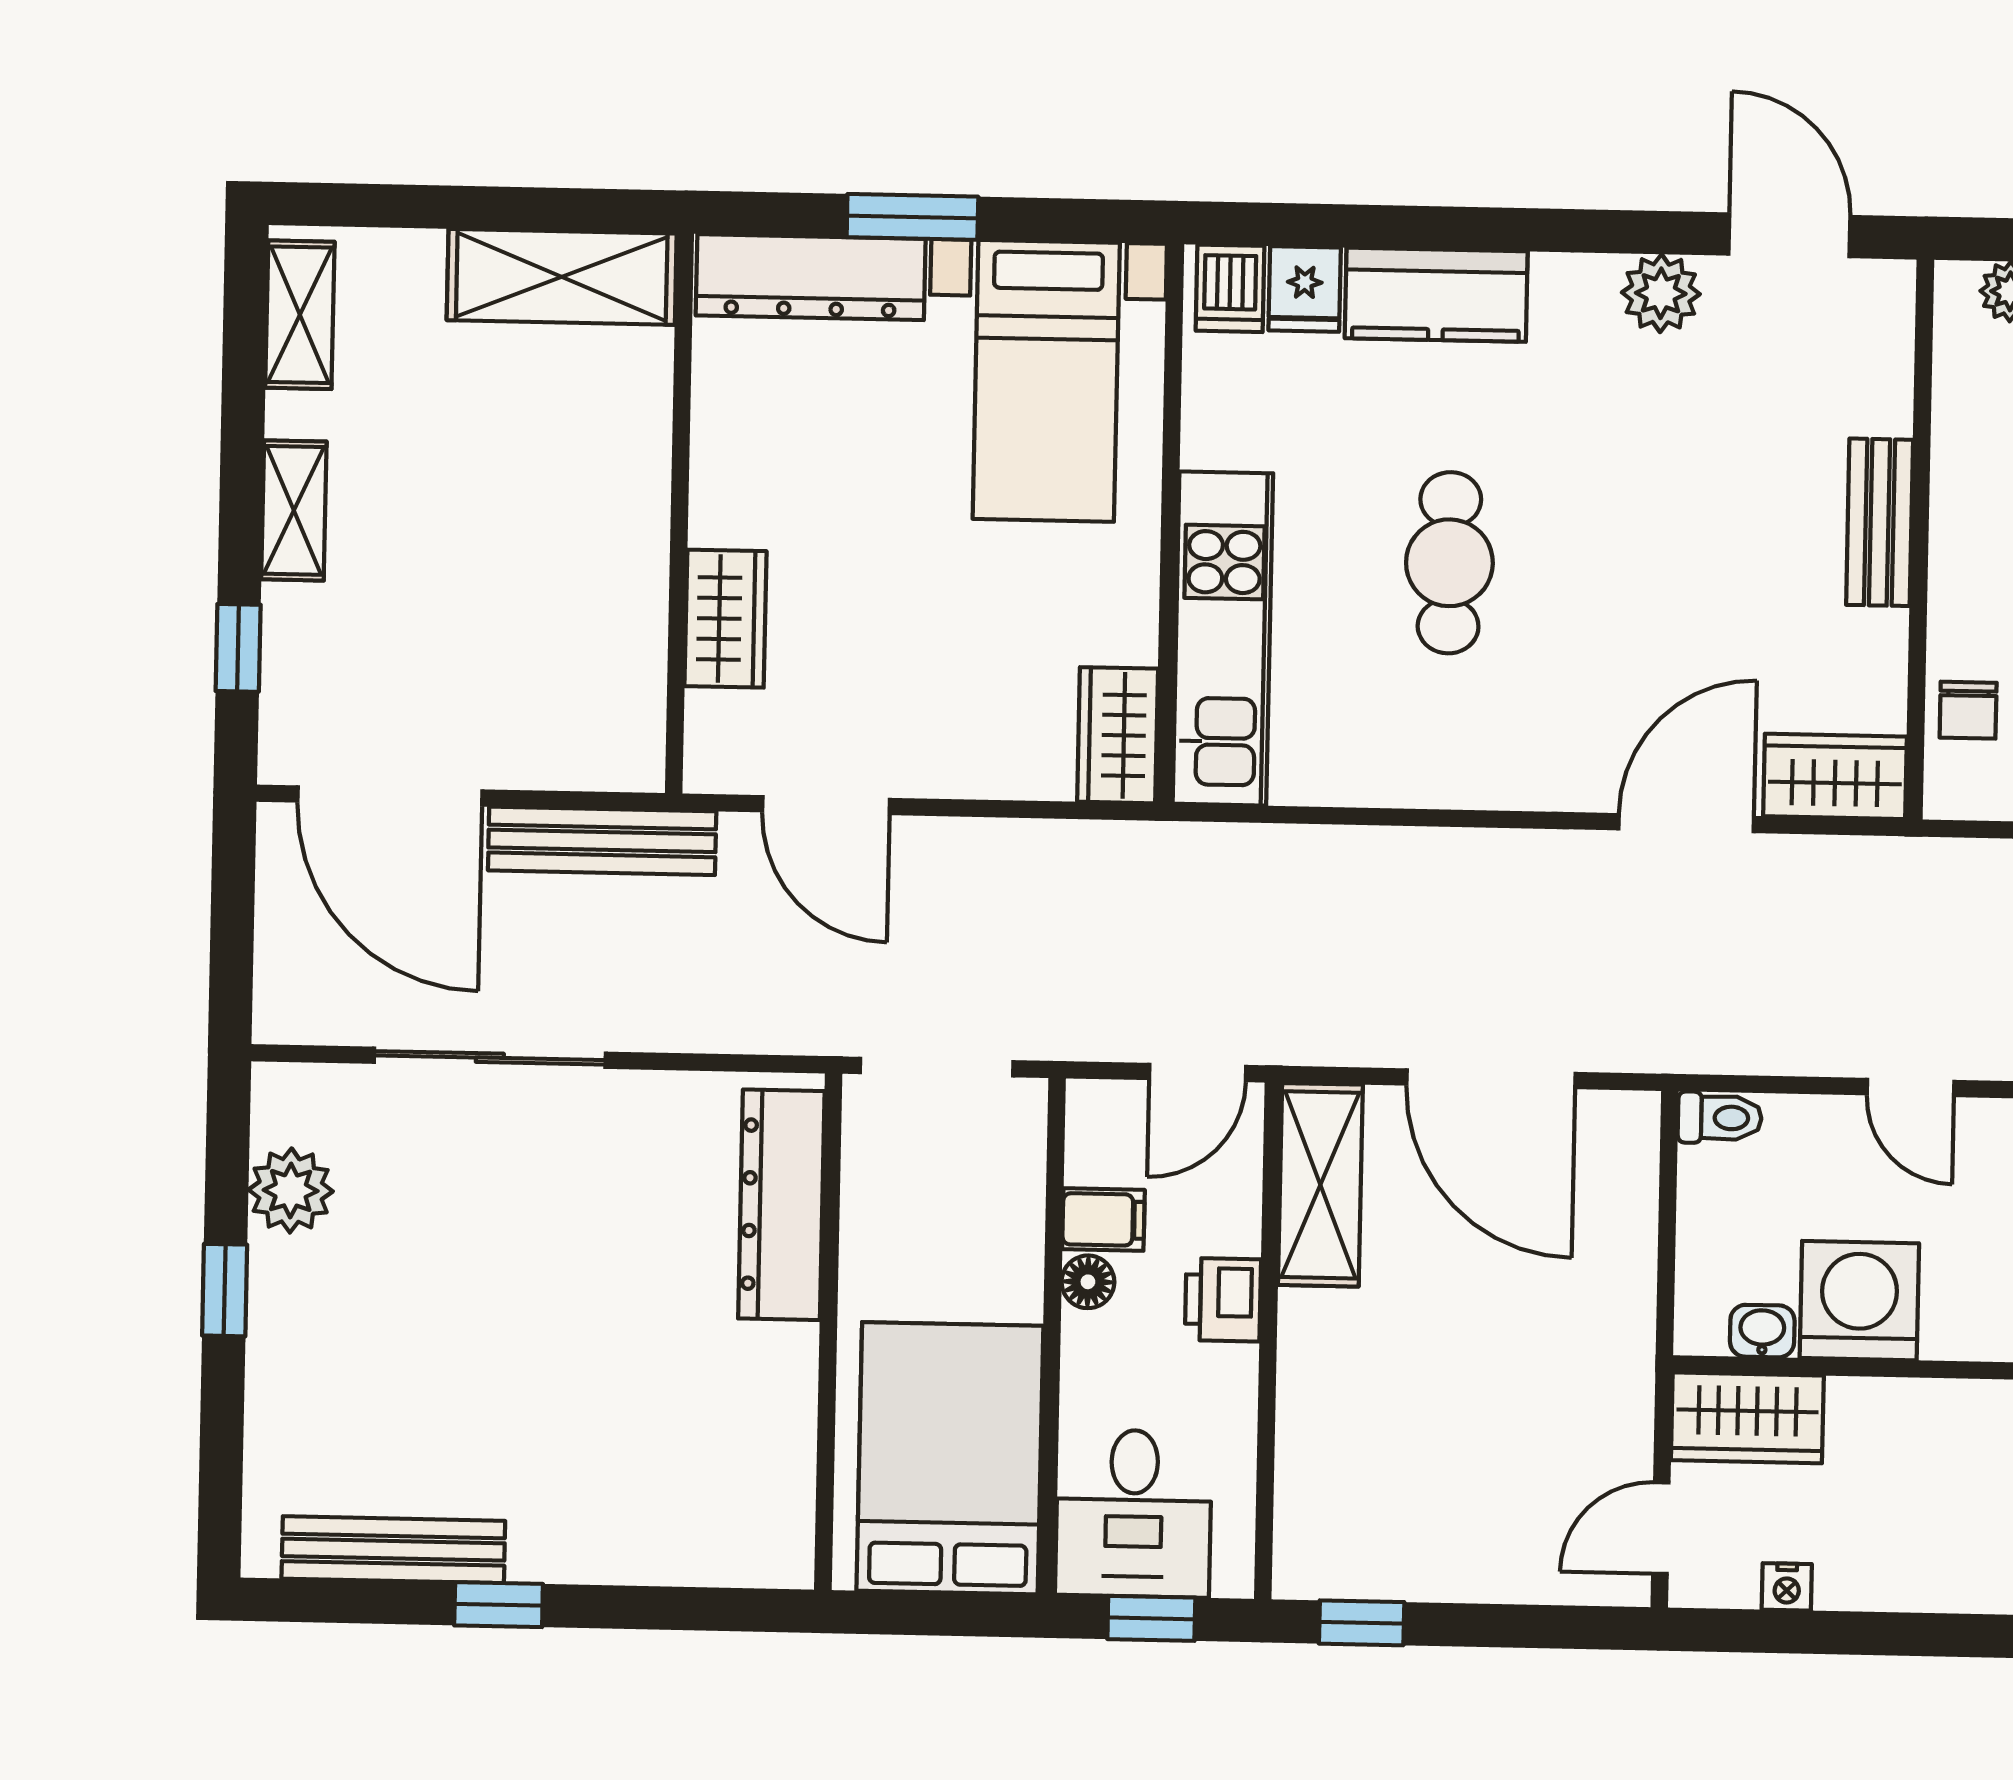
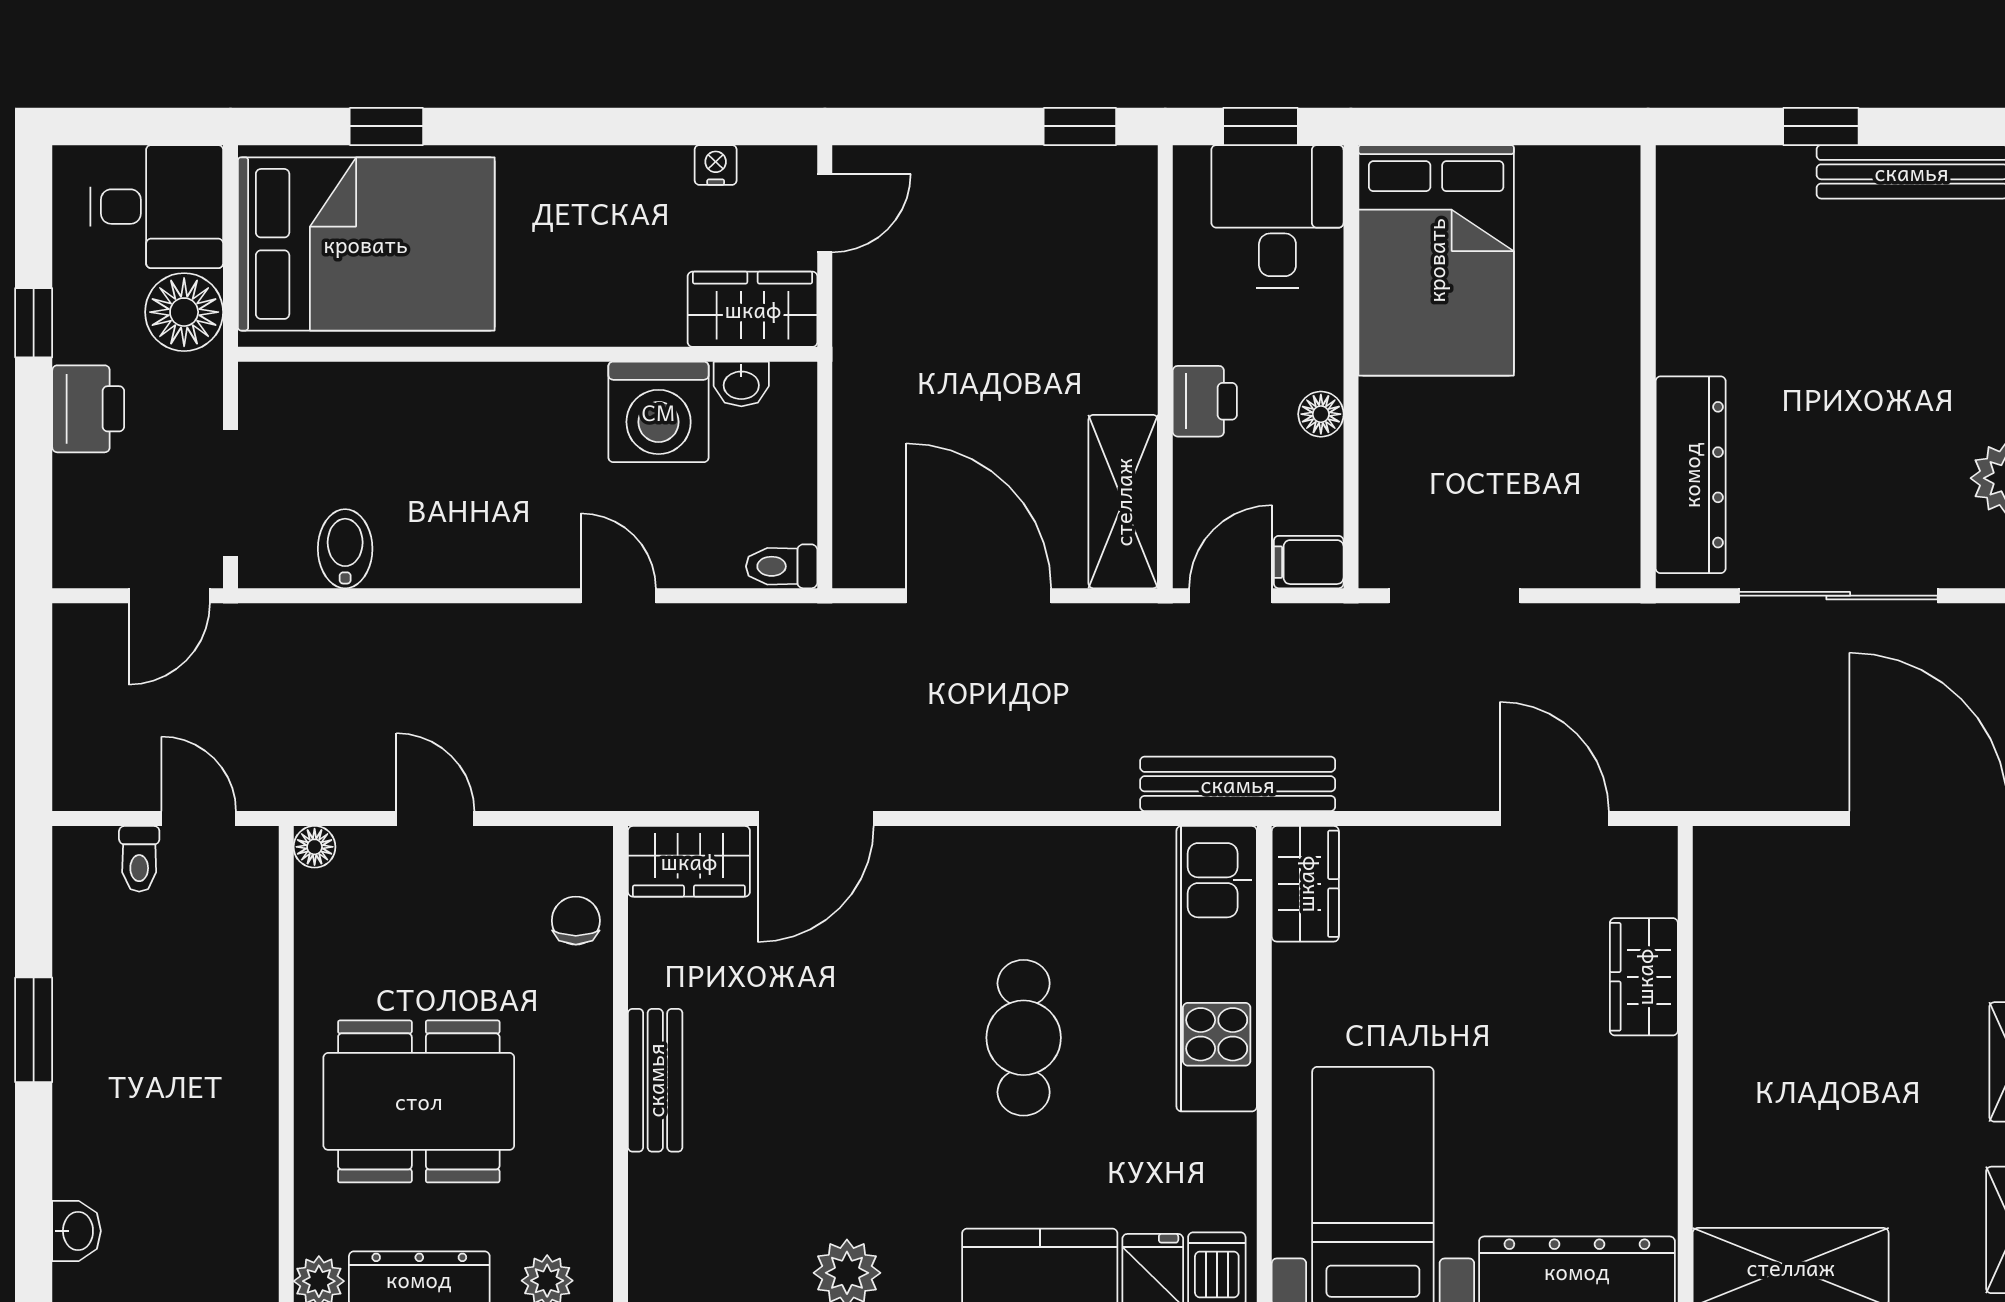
bench: (602, 841) -> (1238, 784), moved
dresser: (781, 1205) -> (1691, 475), moved
filing cabinet: (1103, 1220) -> (1309, 562), moved
wall: (828, 1332) -> (1648, 367), moved

